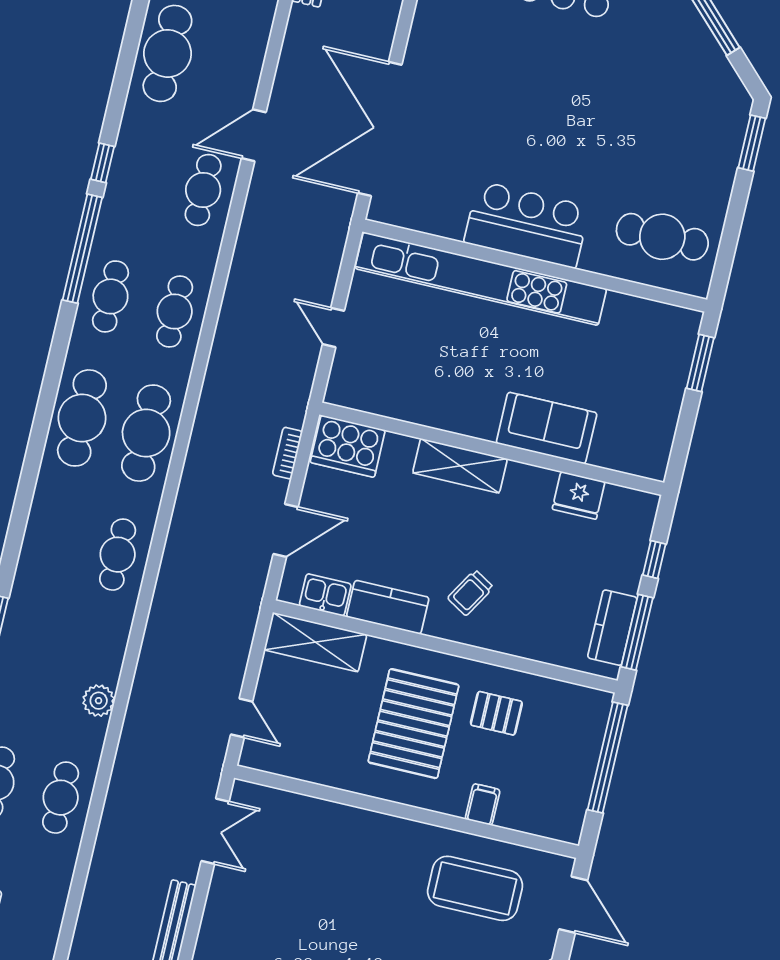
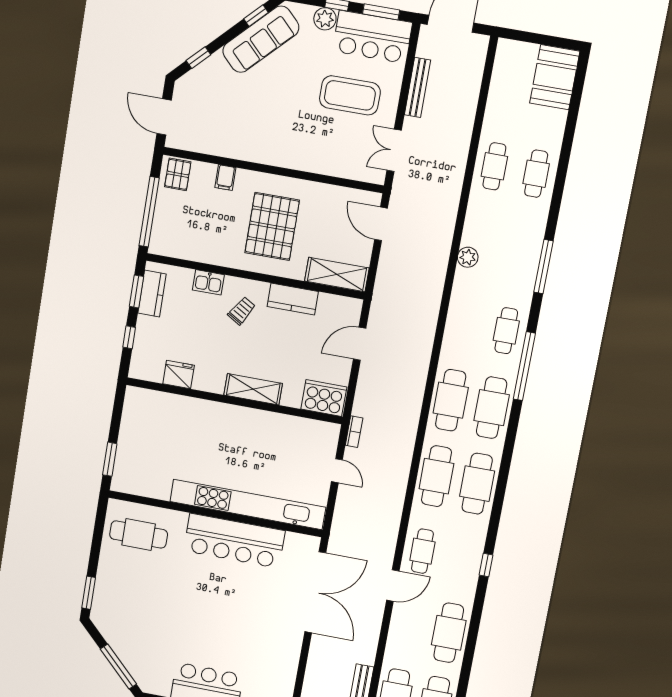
bar counter: (527, 225) -> (234, 541), width x1.36
window: (82, 249) -> (524, 366), moved
cafe table: (110, 296) -> (477, 484), width x1.37, depth x1.35
cafe table: (175, 312) -> (436, 476), width x1.37, depth x1.35
sofa: (547, 428) -> (201, 415), removed
bookcase: (287, 453) -> (354, 432), moved
cafe table: (118, 555) -> (506, 331), moved
kitchen sink: (325, 595) -> (208, 282), moved
window: (637, 632) -> (136, 291), width x0.69
plant: (99, 701) -> (468, 257), moved
pallet: (496, 713) -> (178, 174), moved, turned 90
door: (242, 718) -> (381, 224), width x1.37
coffee table: (475, 888) -> (350, 95), moved

